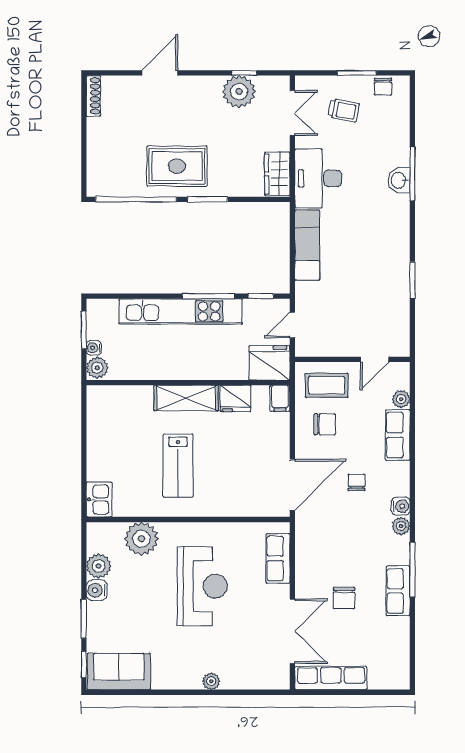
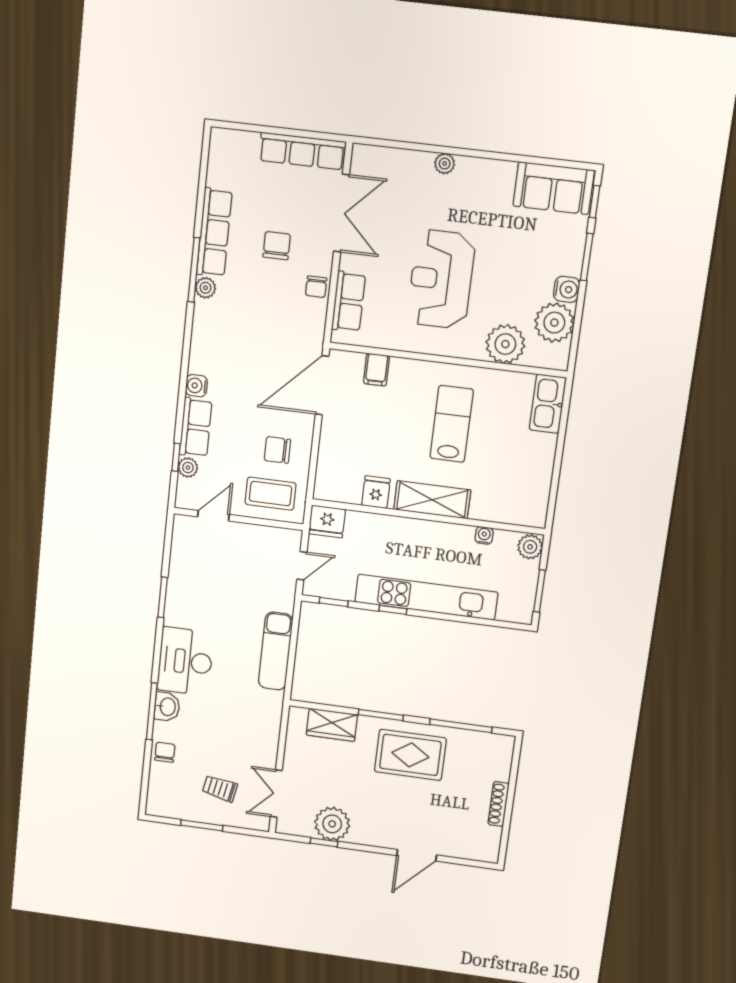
chair: (383, 87) -> (165, 752), moved
shoe rack: (93, 96) -> (499, 804), moved
wardrobe: (277, 174) -> (332, 725), moved, turned 90
desk: (318, 178) -> (185, 661), moved, turned 180
window: (136, 199) -> (461, 726), width x0.68
window: (208, 296) -> (393, 610), width x0.46
water cooler: (94, 348) -> (484, 535), moved, turned -90
fridge: (269, 363) -> (327, 522), width x0.73, depth x0.75
fridge: (235, 398) -> (376, 492), width x0.72
filing cabinet: (280, 398) -> (376, 370), moved, turned 180
window: (412, 407) -> (176, 457), added
chair: (357, 482) -> (316, 287), moved
kitchen sink: (99, 499) -> (548, 404), width x1.38
water cooler: (401, 506) -> (196, 386), moved
plant: (401, 526) -> (205, 288), moved
plant: (99, 566) -> (554, 323), width x1.36, depth x1.36
row of seats: (398, 591) -> (214, 232), width x1.48
double door: (292, 631) -> (341, 213), swing flipped

